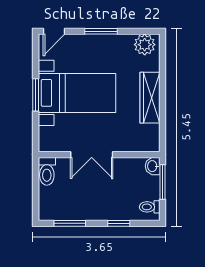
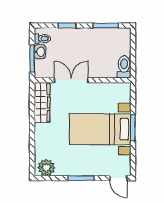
door: (54, 31) -> (118, 178), swing flipped
wardrobe: (150, 98) -> (42, 103), moved
double door: (92, 155) -> (71, 80), moved
washbasin: (153, 166) -> (40, 52), moved

